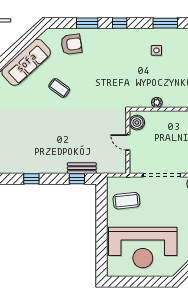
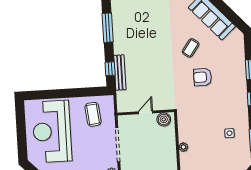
armchair: (71, 44) -> (203, 77), moved, turned 98
plant: (157, 102) -> (183, 147), moved
bench: (82, 168) -> (120, 72), width x1.36
window: (31, 179) -> (108, 28), width x2.17

